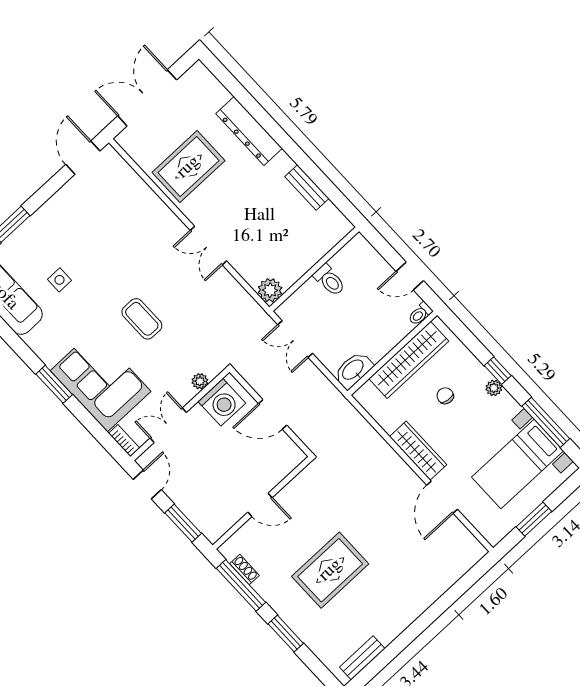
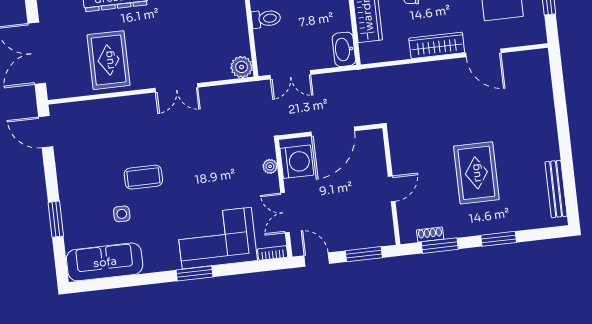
coffee table: (142, 319) -> (143, 177), moved
door: (273, 414) -> (333, 131), width x1.36
window: (241, 585) -> (440, 246), width x0.69
bench: (362, 658) -> (556, 189), width x1.36

